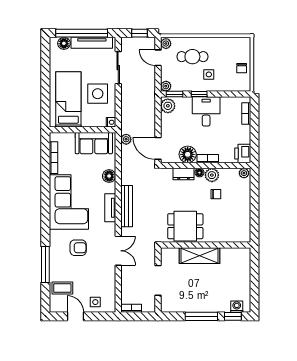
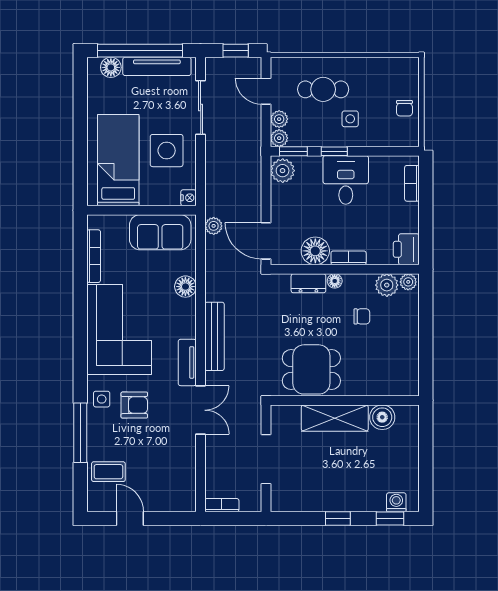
plant: (166, 44) -> (279, 119), moved
plant: (212, 175) -> (387, 285), moved
tv unit: (110, 208) -> (187, 362), moved
boiler: (228, 255) -> (382, 417), added
side table: (95, 302) -> (102, 399), moved
window: (201, 316) -> (338, 518), width x0.46

